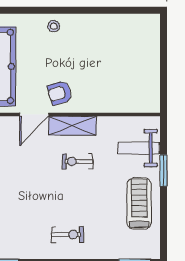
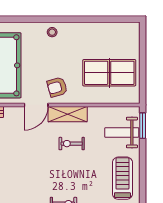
table tennis table: (123, 75) -> (109, 73), added
window: (164, 170) -> (143, 126), moved

